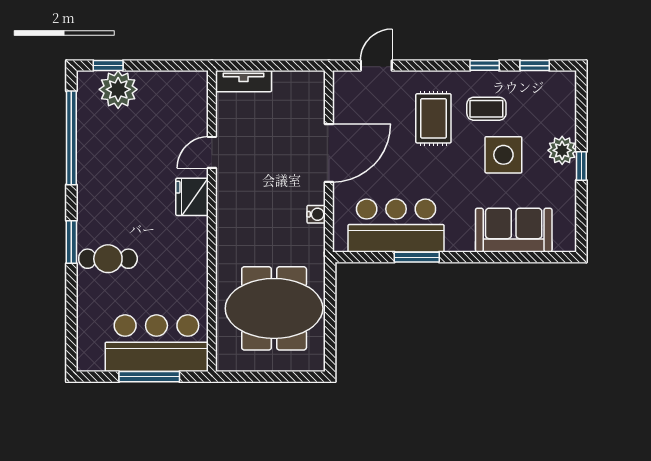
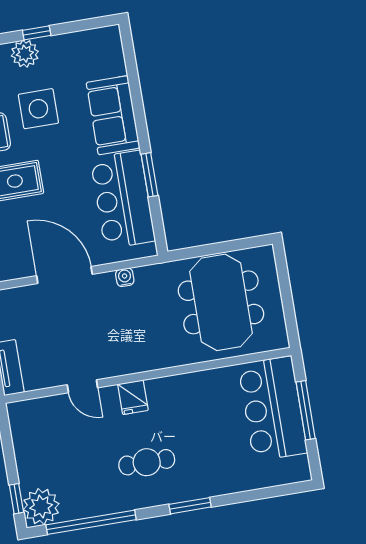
plant: (118, 89) -> (41, 507), moved
fridge: (192, 197) -> (133, 397), width x0.72
sofa: (514, 230) -> (113, 115), moved
cafe table: (108, 259) -> (147, 462), moved, turned 90

